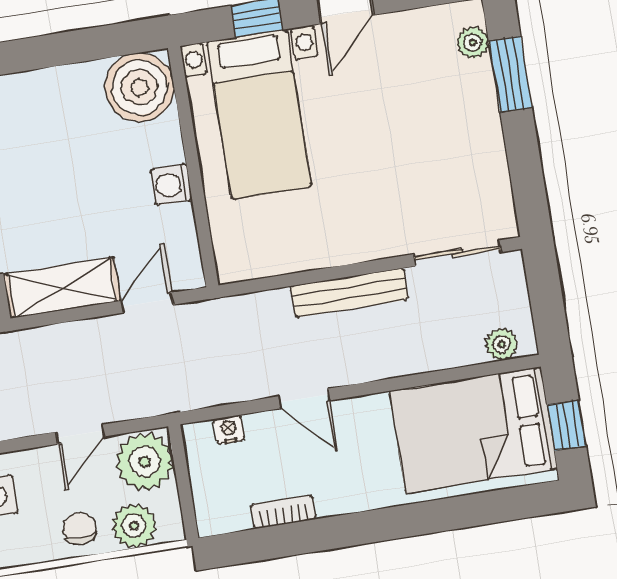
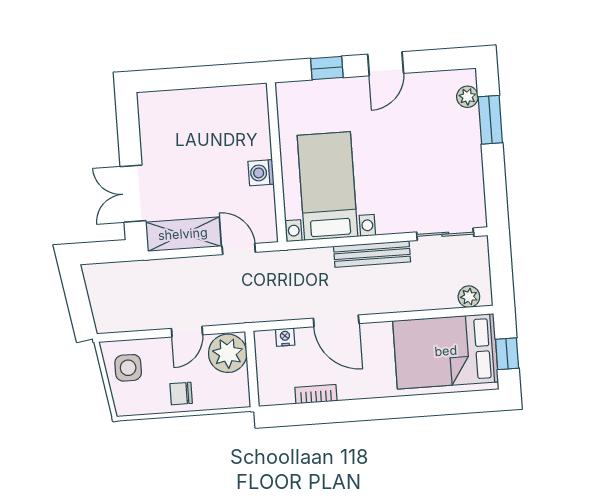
boiler: (140, 87) -> (246, 107), removed
bed with nightstands: (259, 114) -> (328, 186), moved, turned 180
door: (147, 303) -> (239, 249), hinge flipped
door: (304, 398) -> (336, 321), width x1.37
plant: (134, 526) -> (217, 395), removed
chair: (79, 529) -> (181, 394), turned -90

